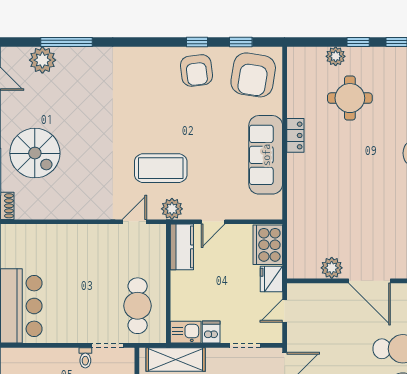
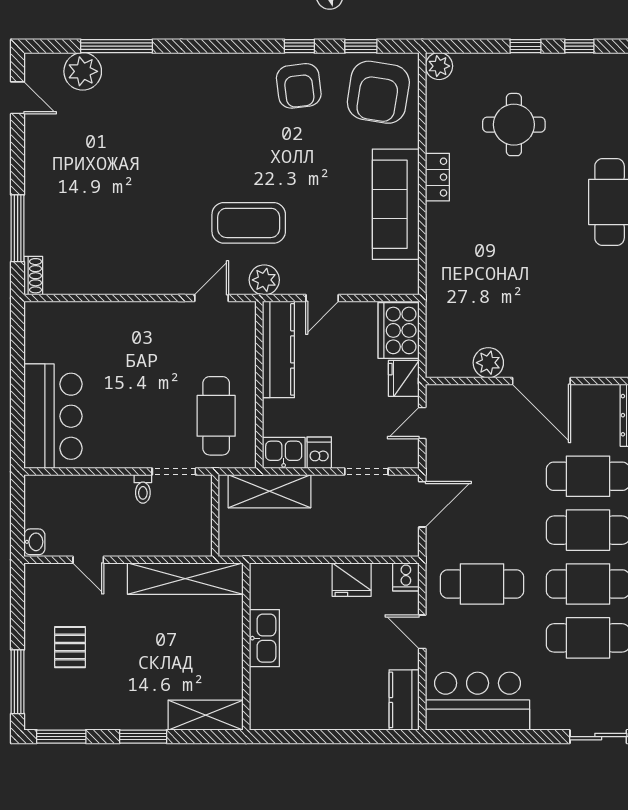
plant: (336, 56) -> (439, 66), moved
spiral stairs: (35, 153) -> (72, 202), removed
kitchen counter: (182, 247) -> (278, 349), width x1.50

